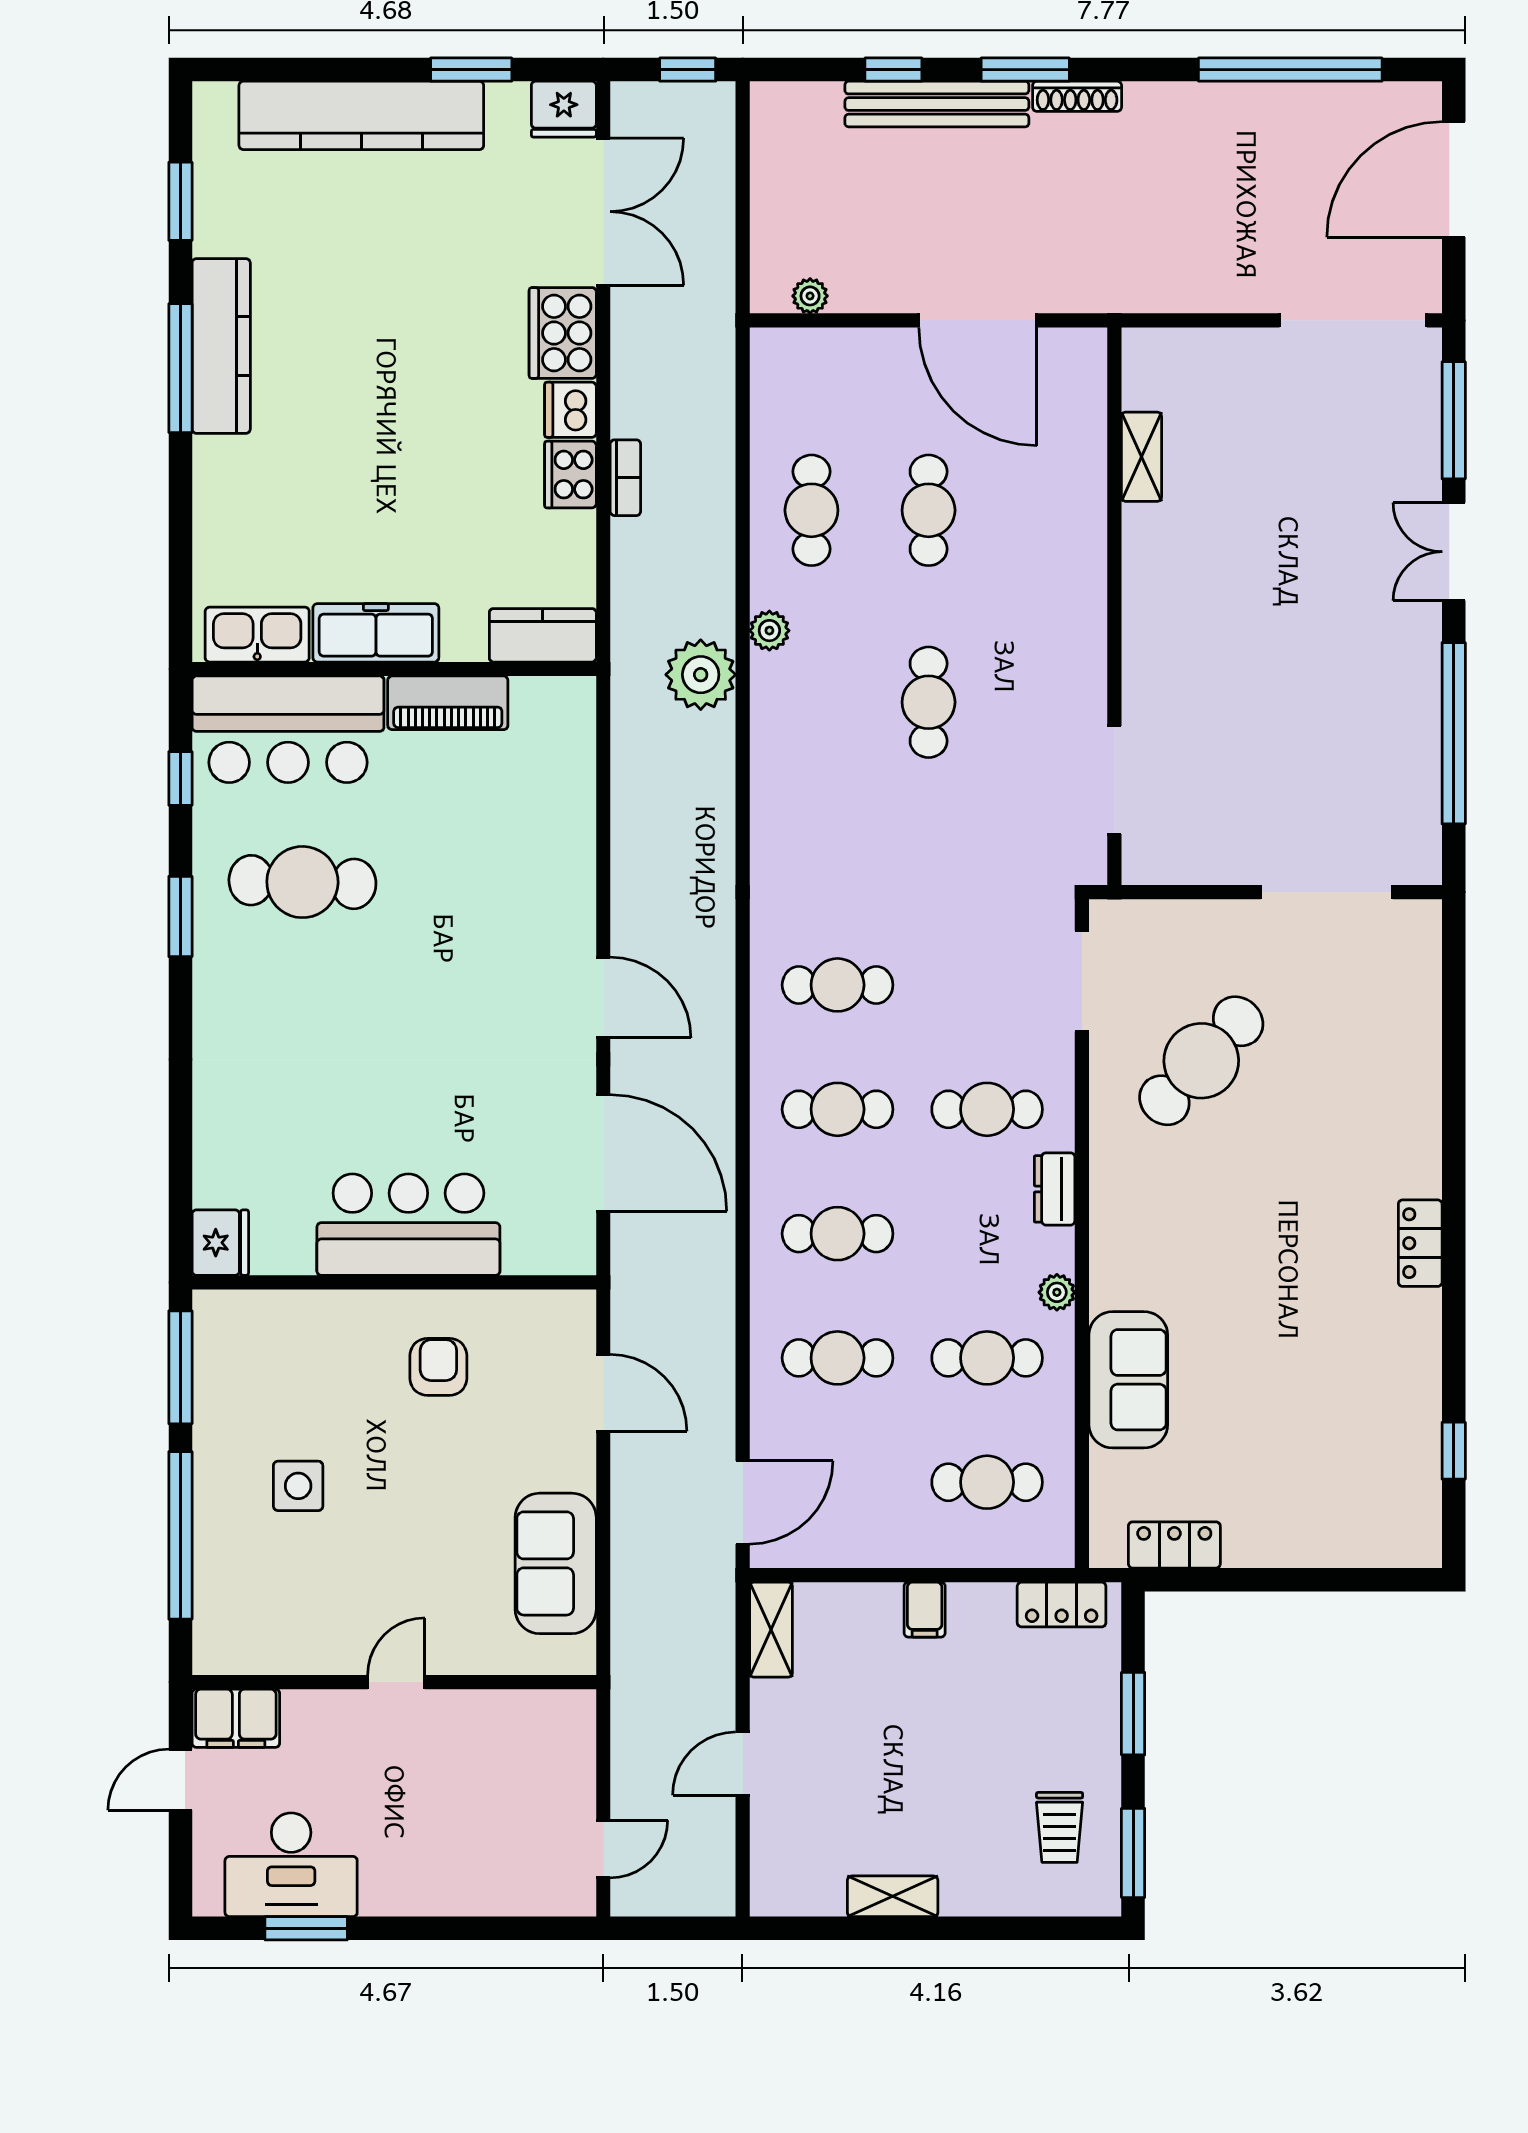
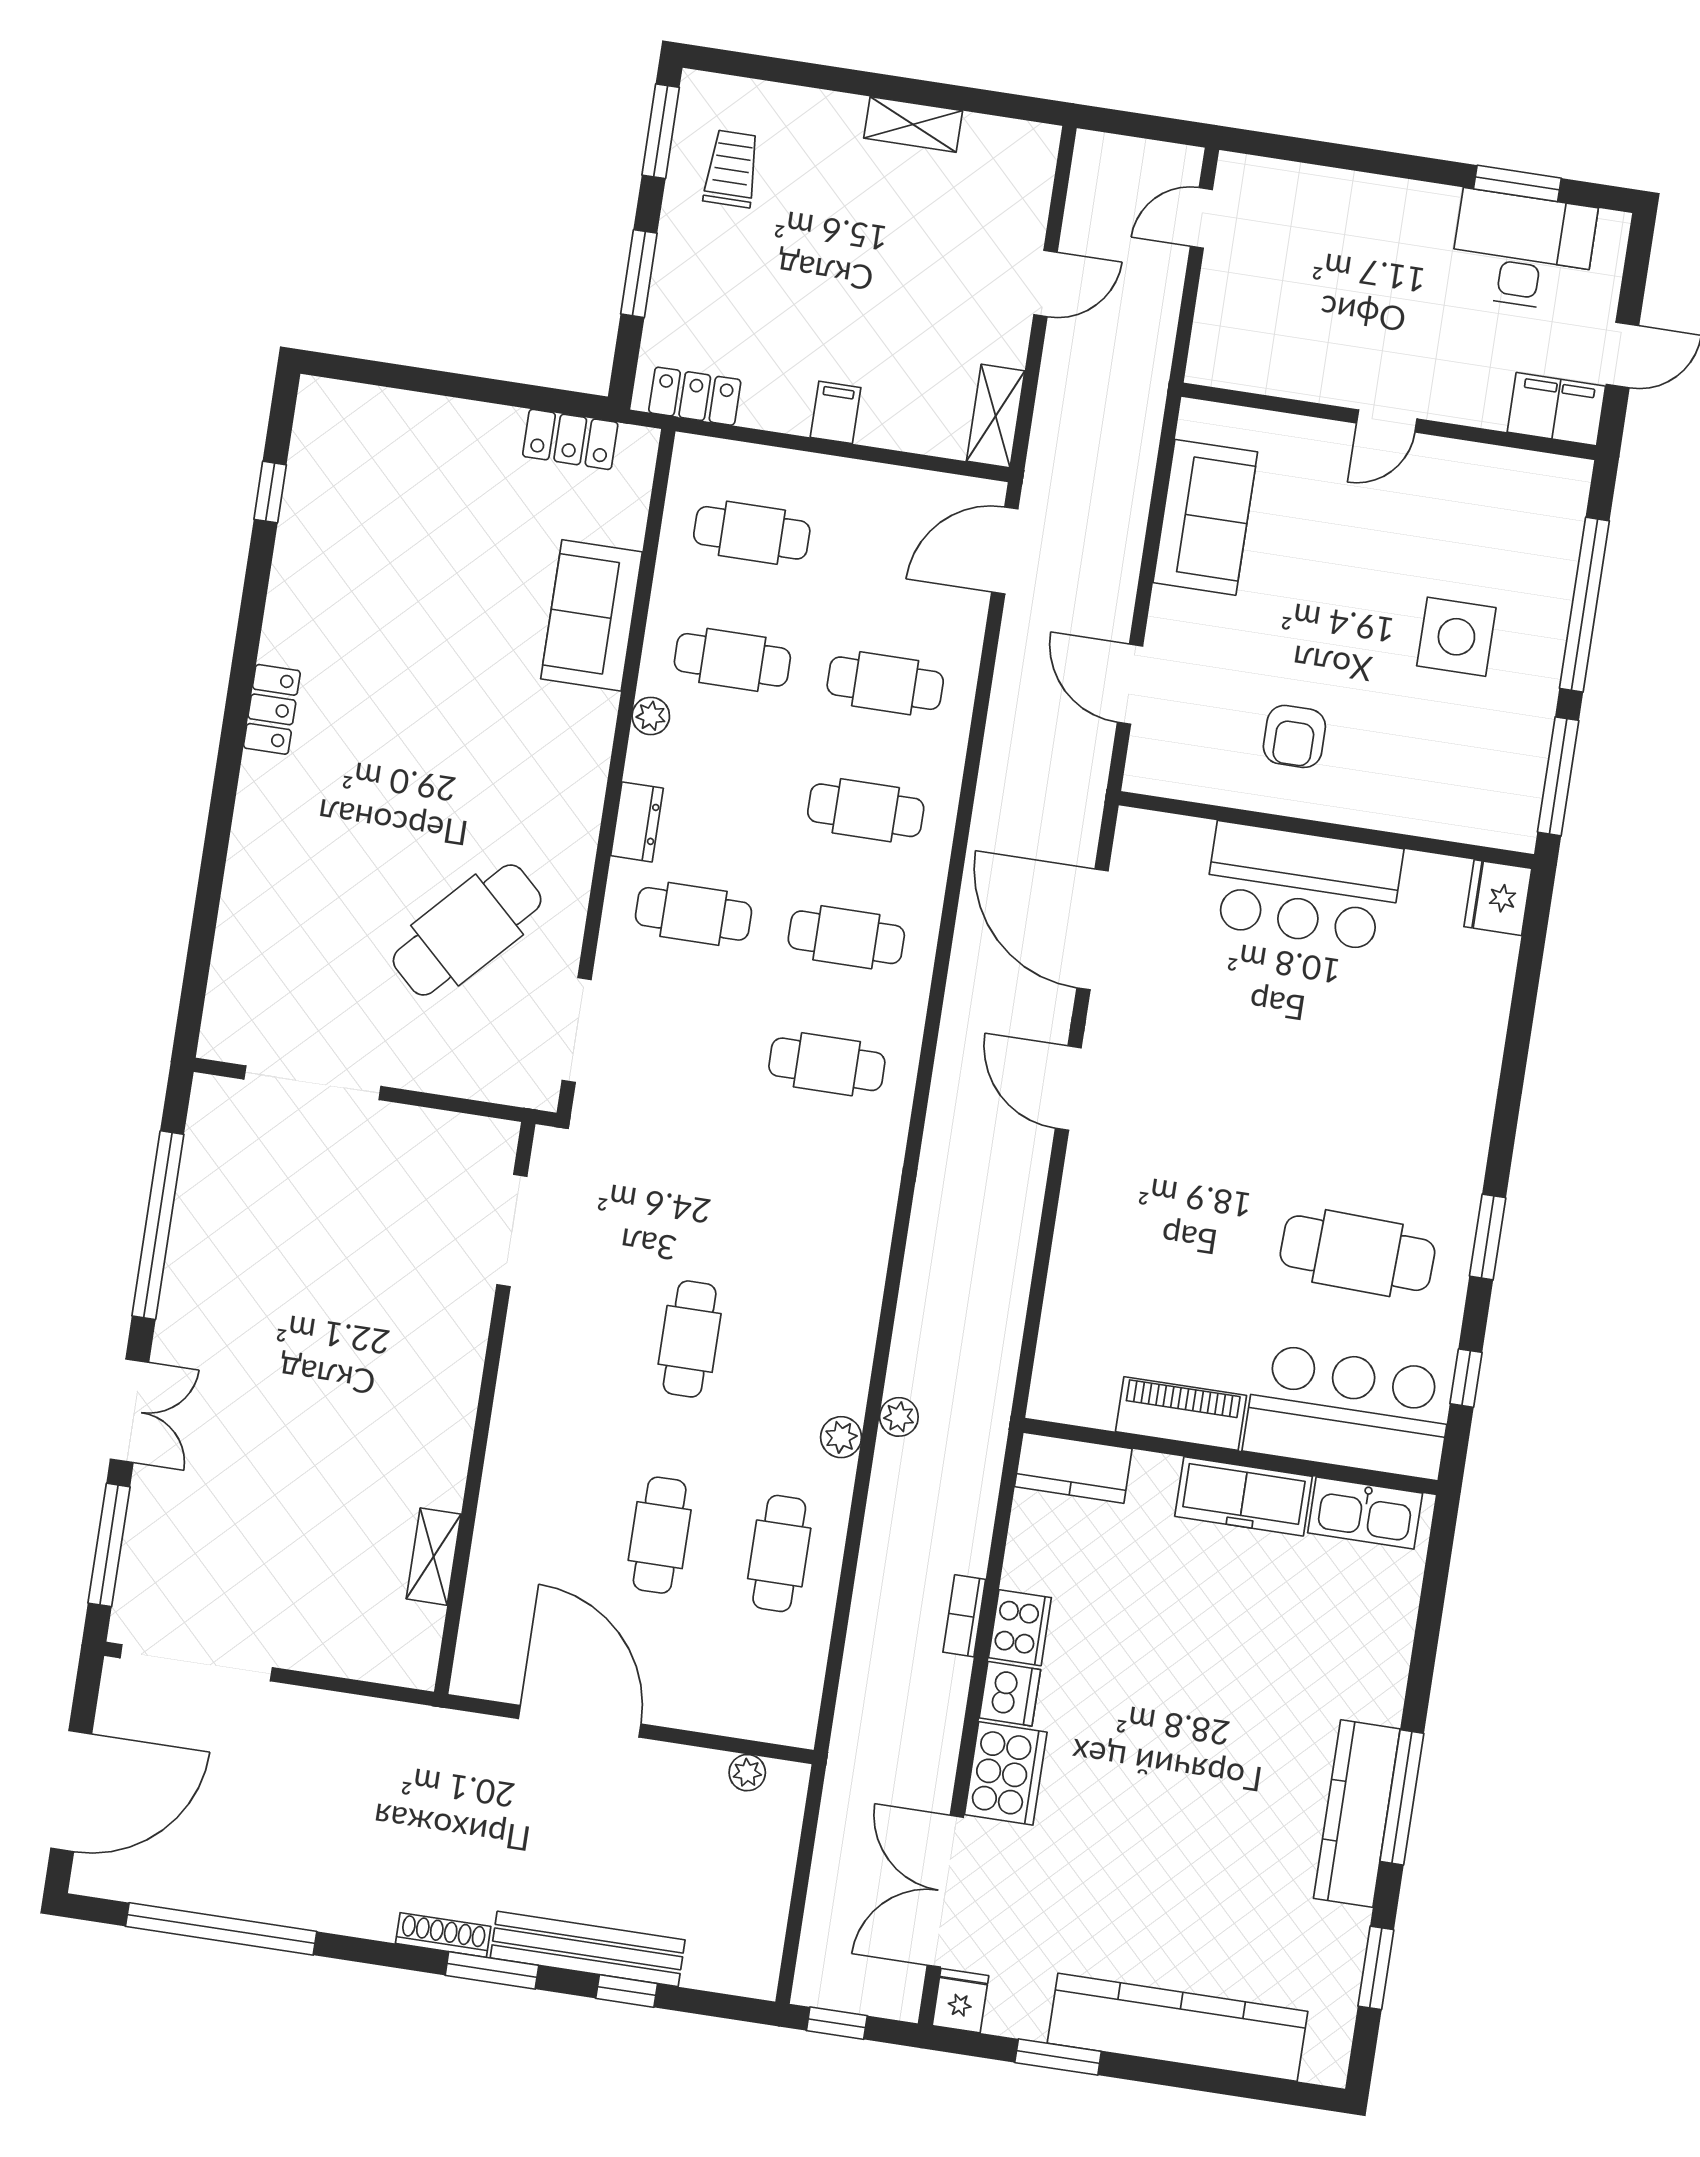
fridge: (564, 109) -> (960, 2001), width x0.72
plant: (701, 675) -> (899, 1417), width x0.53, depth x0.53
side table: (298, 1486) -> (1456, 637), width x1.37, depth x1.37

